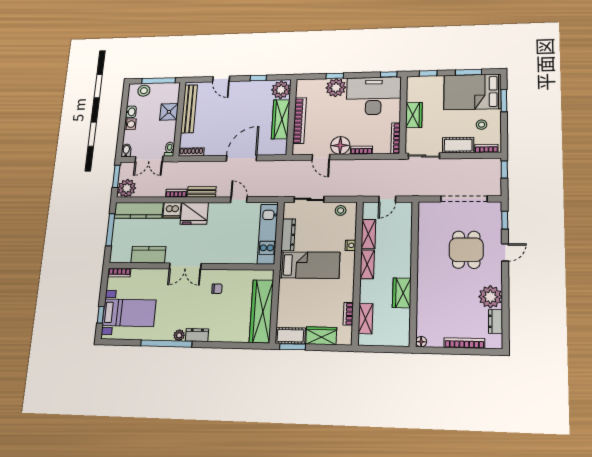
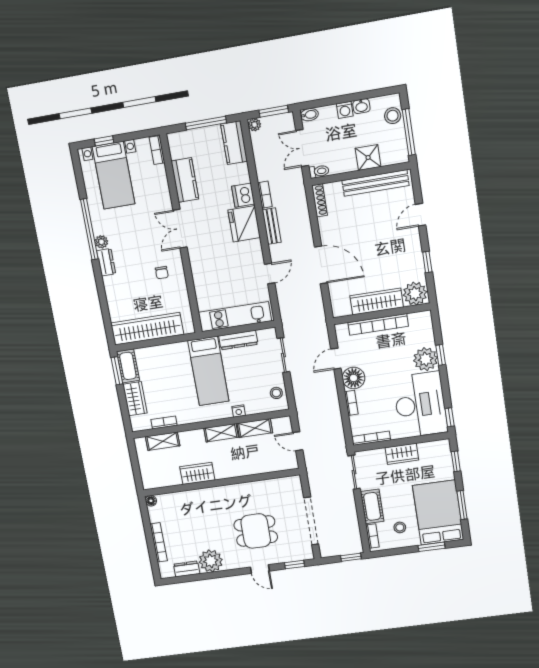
plant: (127, 188) -> (254, 125), width x0.53, depth x0.53
kitchen counter: (139, 210) -> (234, 143), width x0.67

